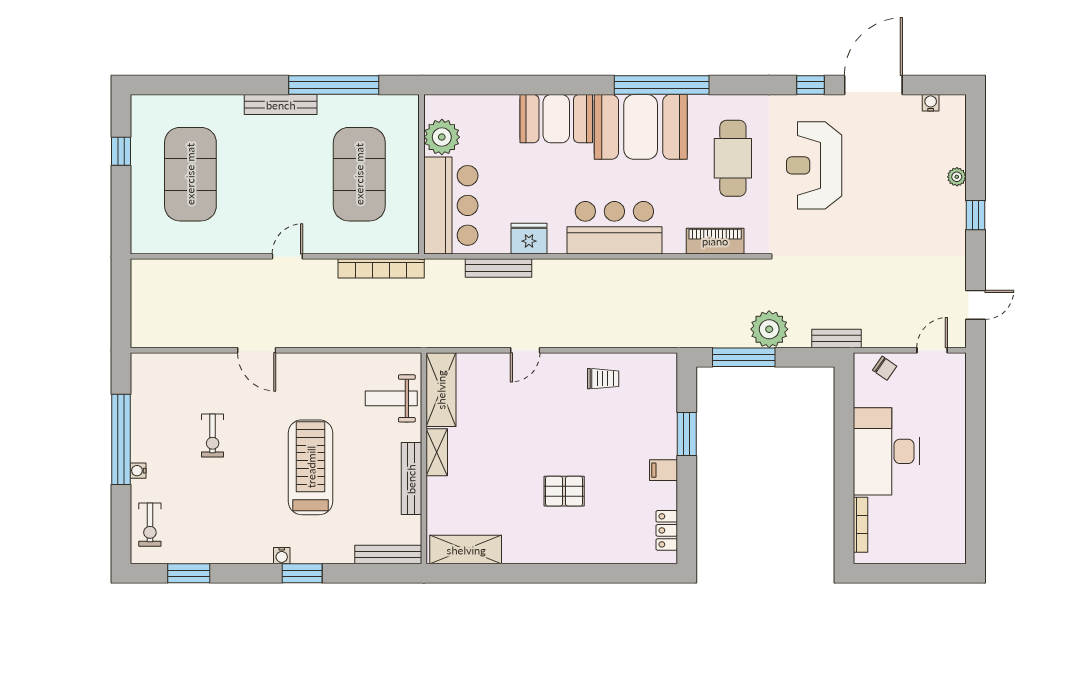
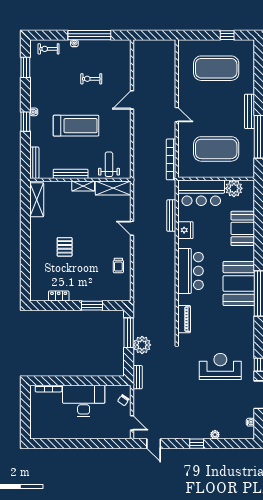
booth: (556, 119) -> (243, 228), moved
cafe table: (733, 158) -> (224, 328), removed
filing cabinet: (664, 470) -> (75, 294), removed
locker: (667, 530) -> (59, 296), moved

